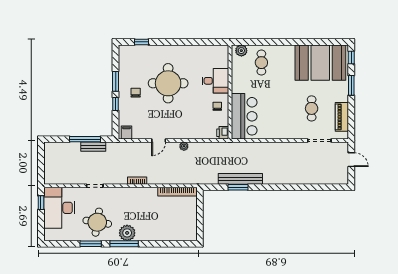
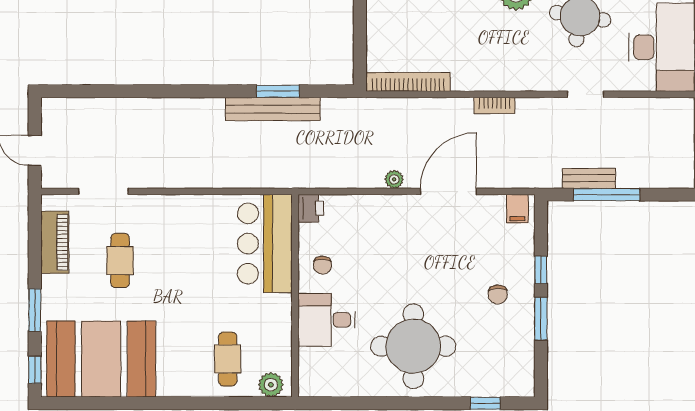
round table: (168, 83) -> (413, 346), moved
door: (159, 141) -> (449, 191), width x1.87

